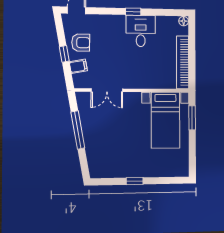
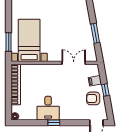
window: (78, 130) -> (95, 33), width x0.69

